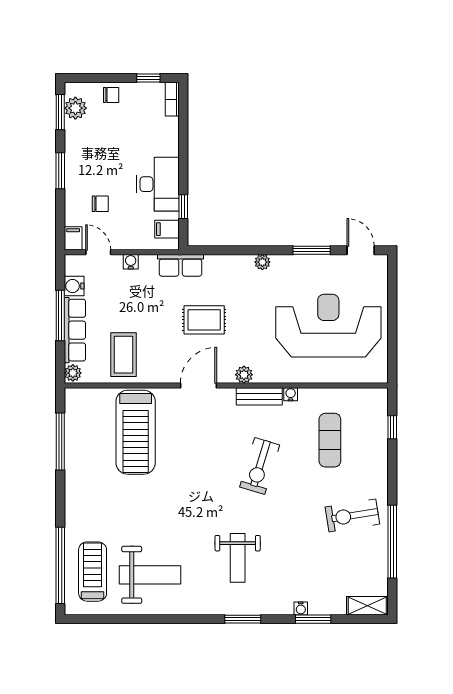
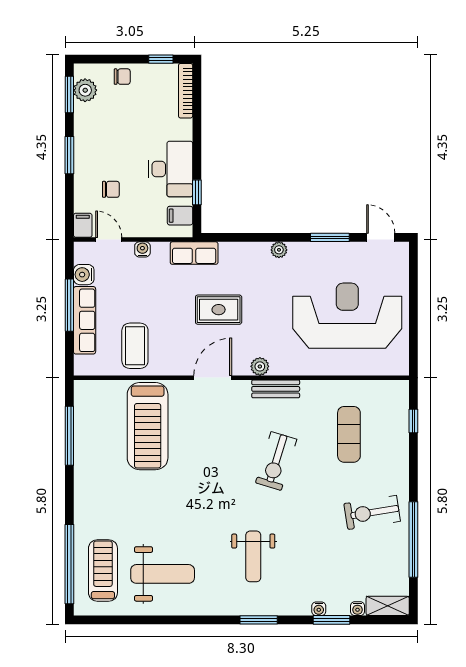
bookcase: (172, 99) -> (186, 91), width x1.56
plant: (73, 373) -> (82, 365), removed
water cooler: (291, 394) -> (358, 609), moved, turned 180

